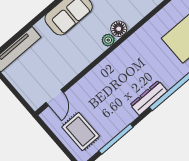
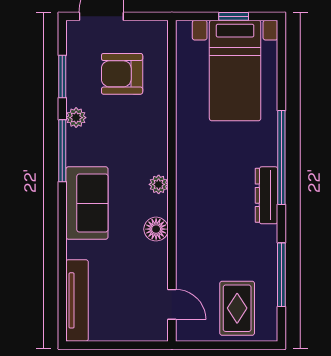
floor lamp: (119, 29) -> (156, 229), moved
rug: (81, 131) -> (237, 308), turned 90

